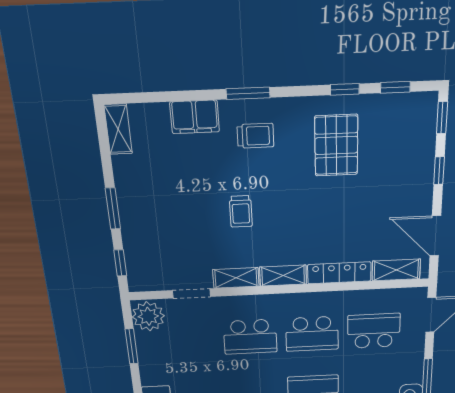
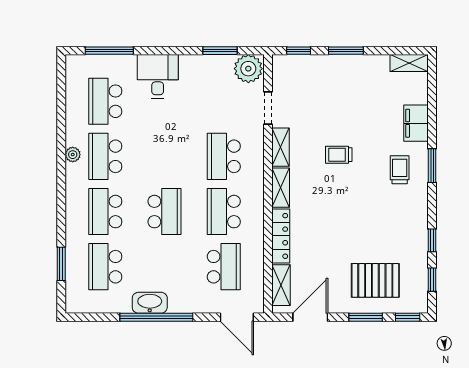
trolley: (255, 136) -> (400, 170), turned 180
pallet: (336, 145) -> (375, 280), moved
window: (439, 171) -> (366, 317), width x1.50

